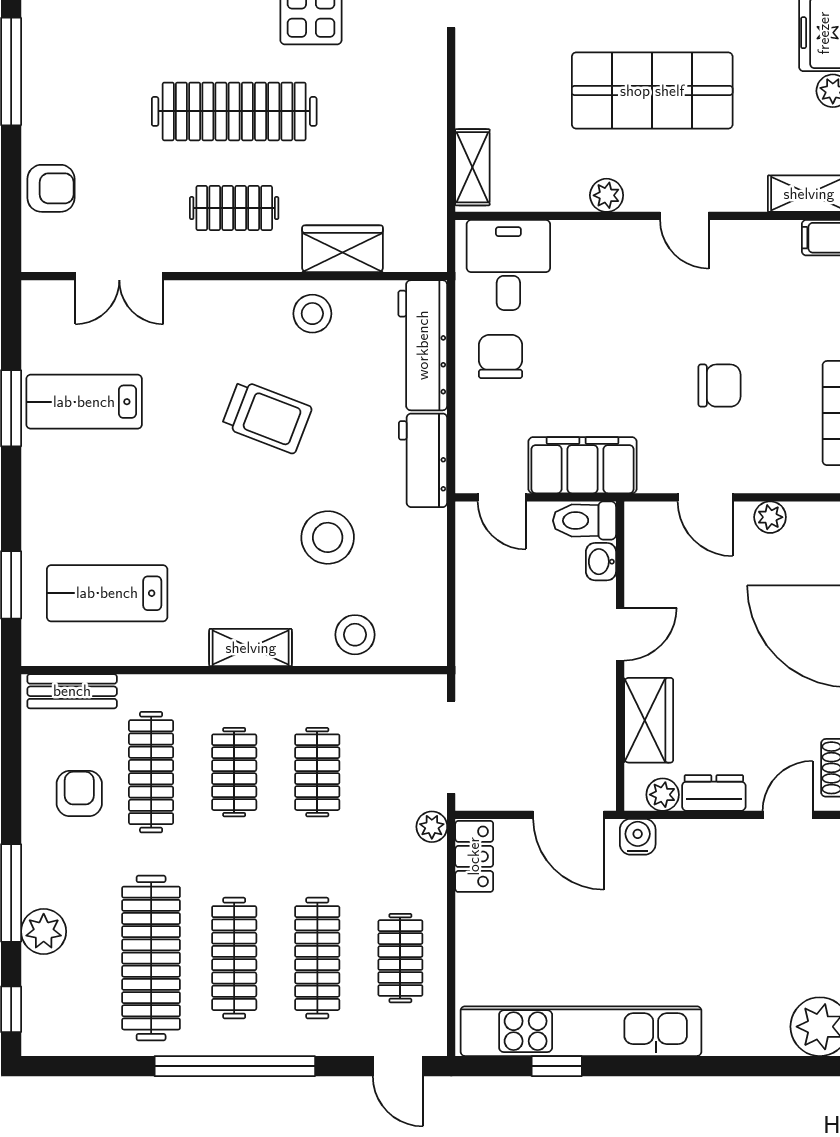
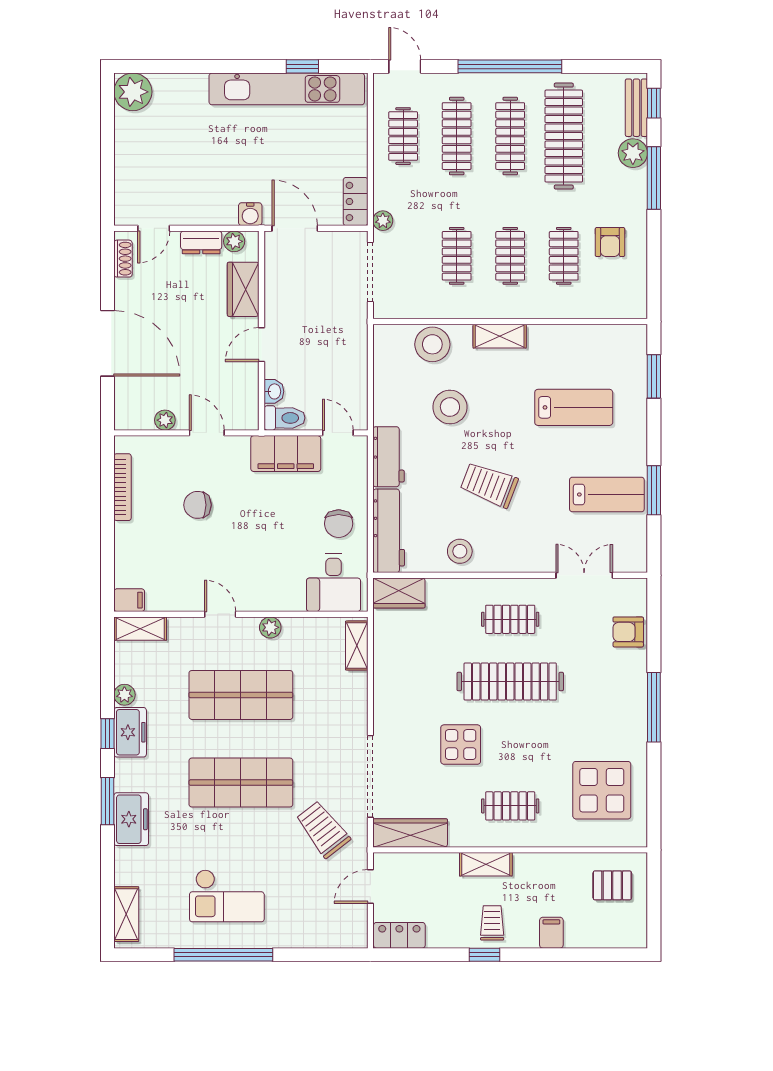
wardrobe: (343, 249) -> (399, 593), moved
lab bench: (107, 593) -> (574, 407), moved
stool: (355, 635) -> (432, 344), width x1.38, depth x1.38
bench: (72, 691) -> (636, 108), moved, turned 90
clothes rail: (151, 772) -> (564, 256), width x0.73

